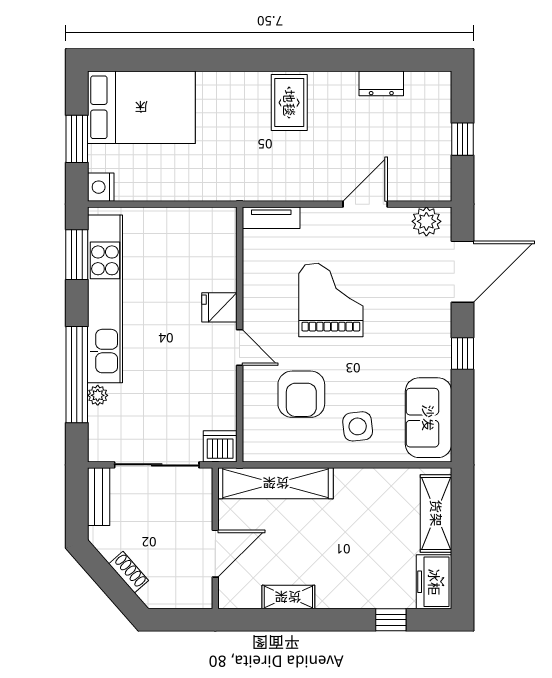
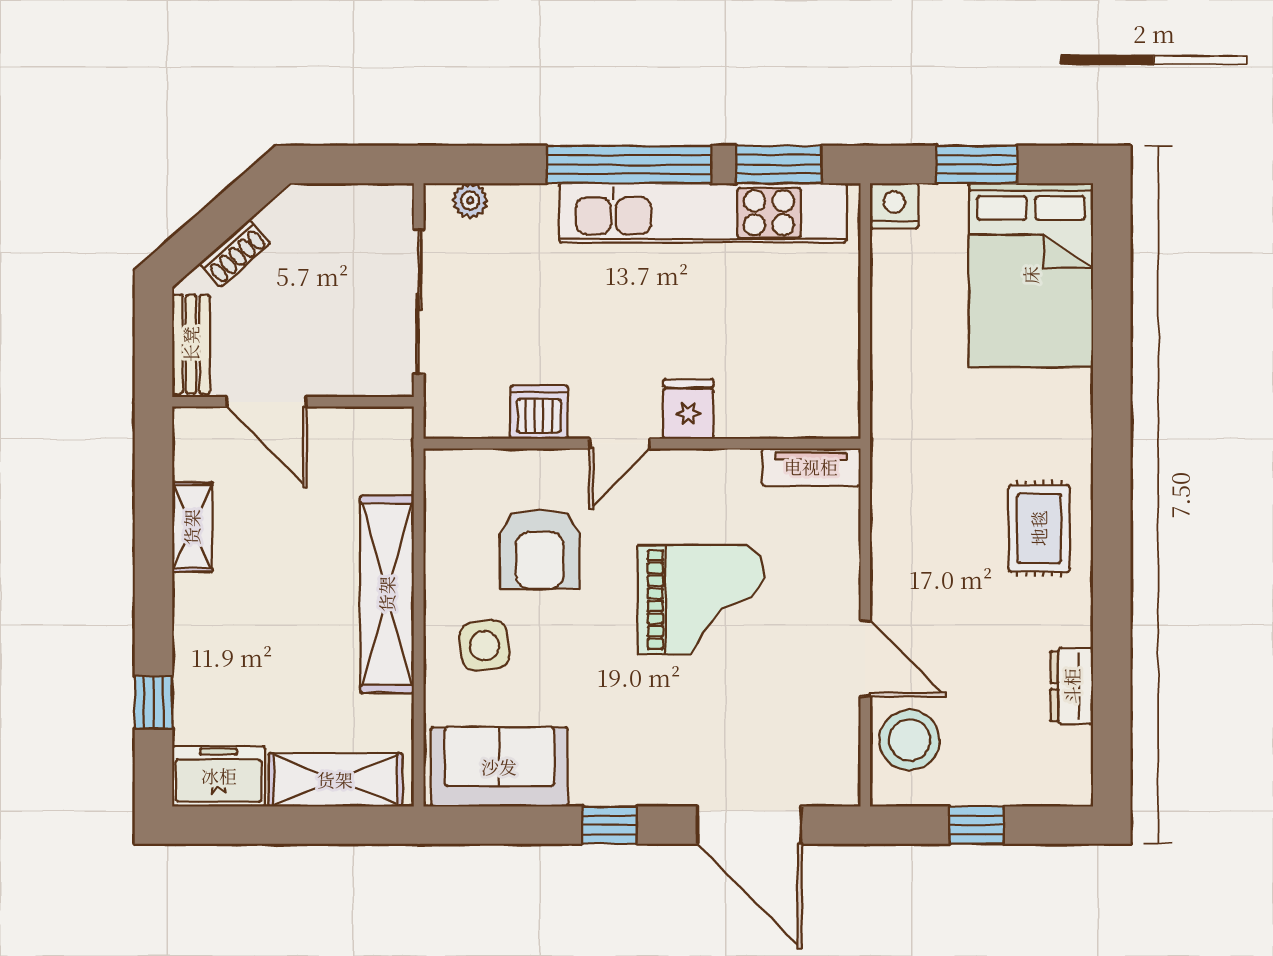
rug: (289, 103) -> (1039, 528), turned 90
stool: (413, 178) -> (909, 740), added
tv unit: (271, 218) -> (811, 467), moved, turned -90
plant: (426, 221) -> (836, 763), removed
window: (77, 375) -> (629, 164), moved
armchair: (301, 394) -> (540, 549), turned -90
plant: (98, 395) -> (470, 200), moved
dishwasher: (220, 446) -> (539, 412), moved, turned -90
shelving: (276, 483) -> (387, 594), moved
bench: (99, 497) -> (191, 344), moved, turned 90

